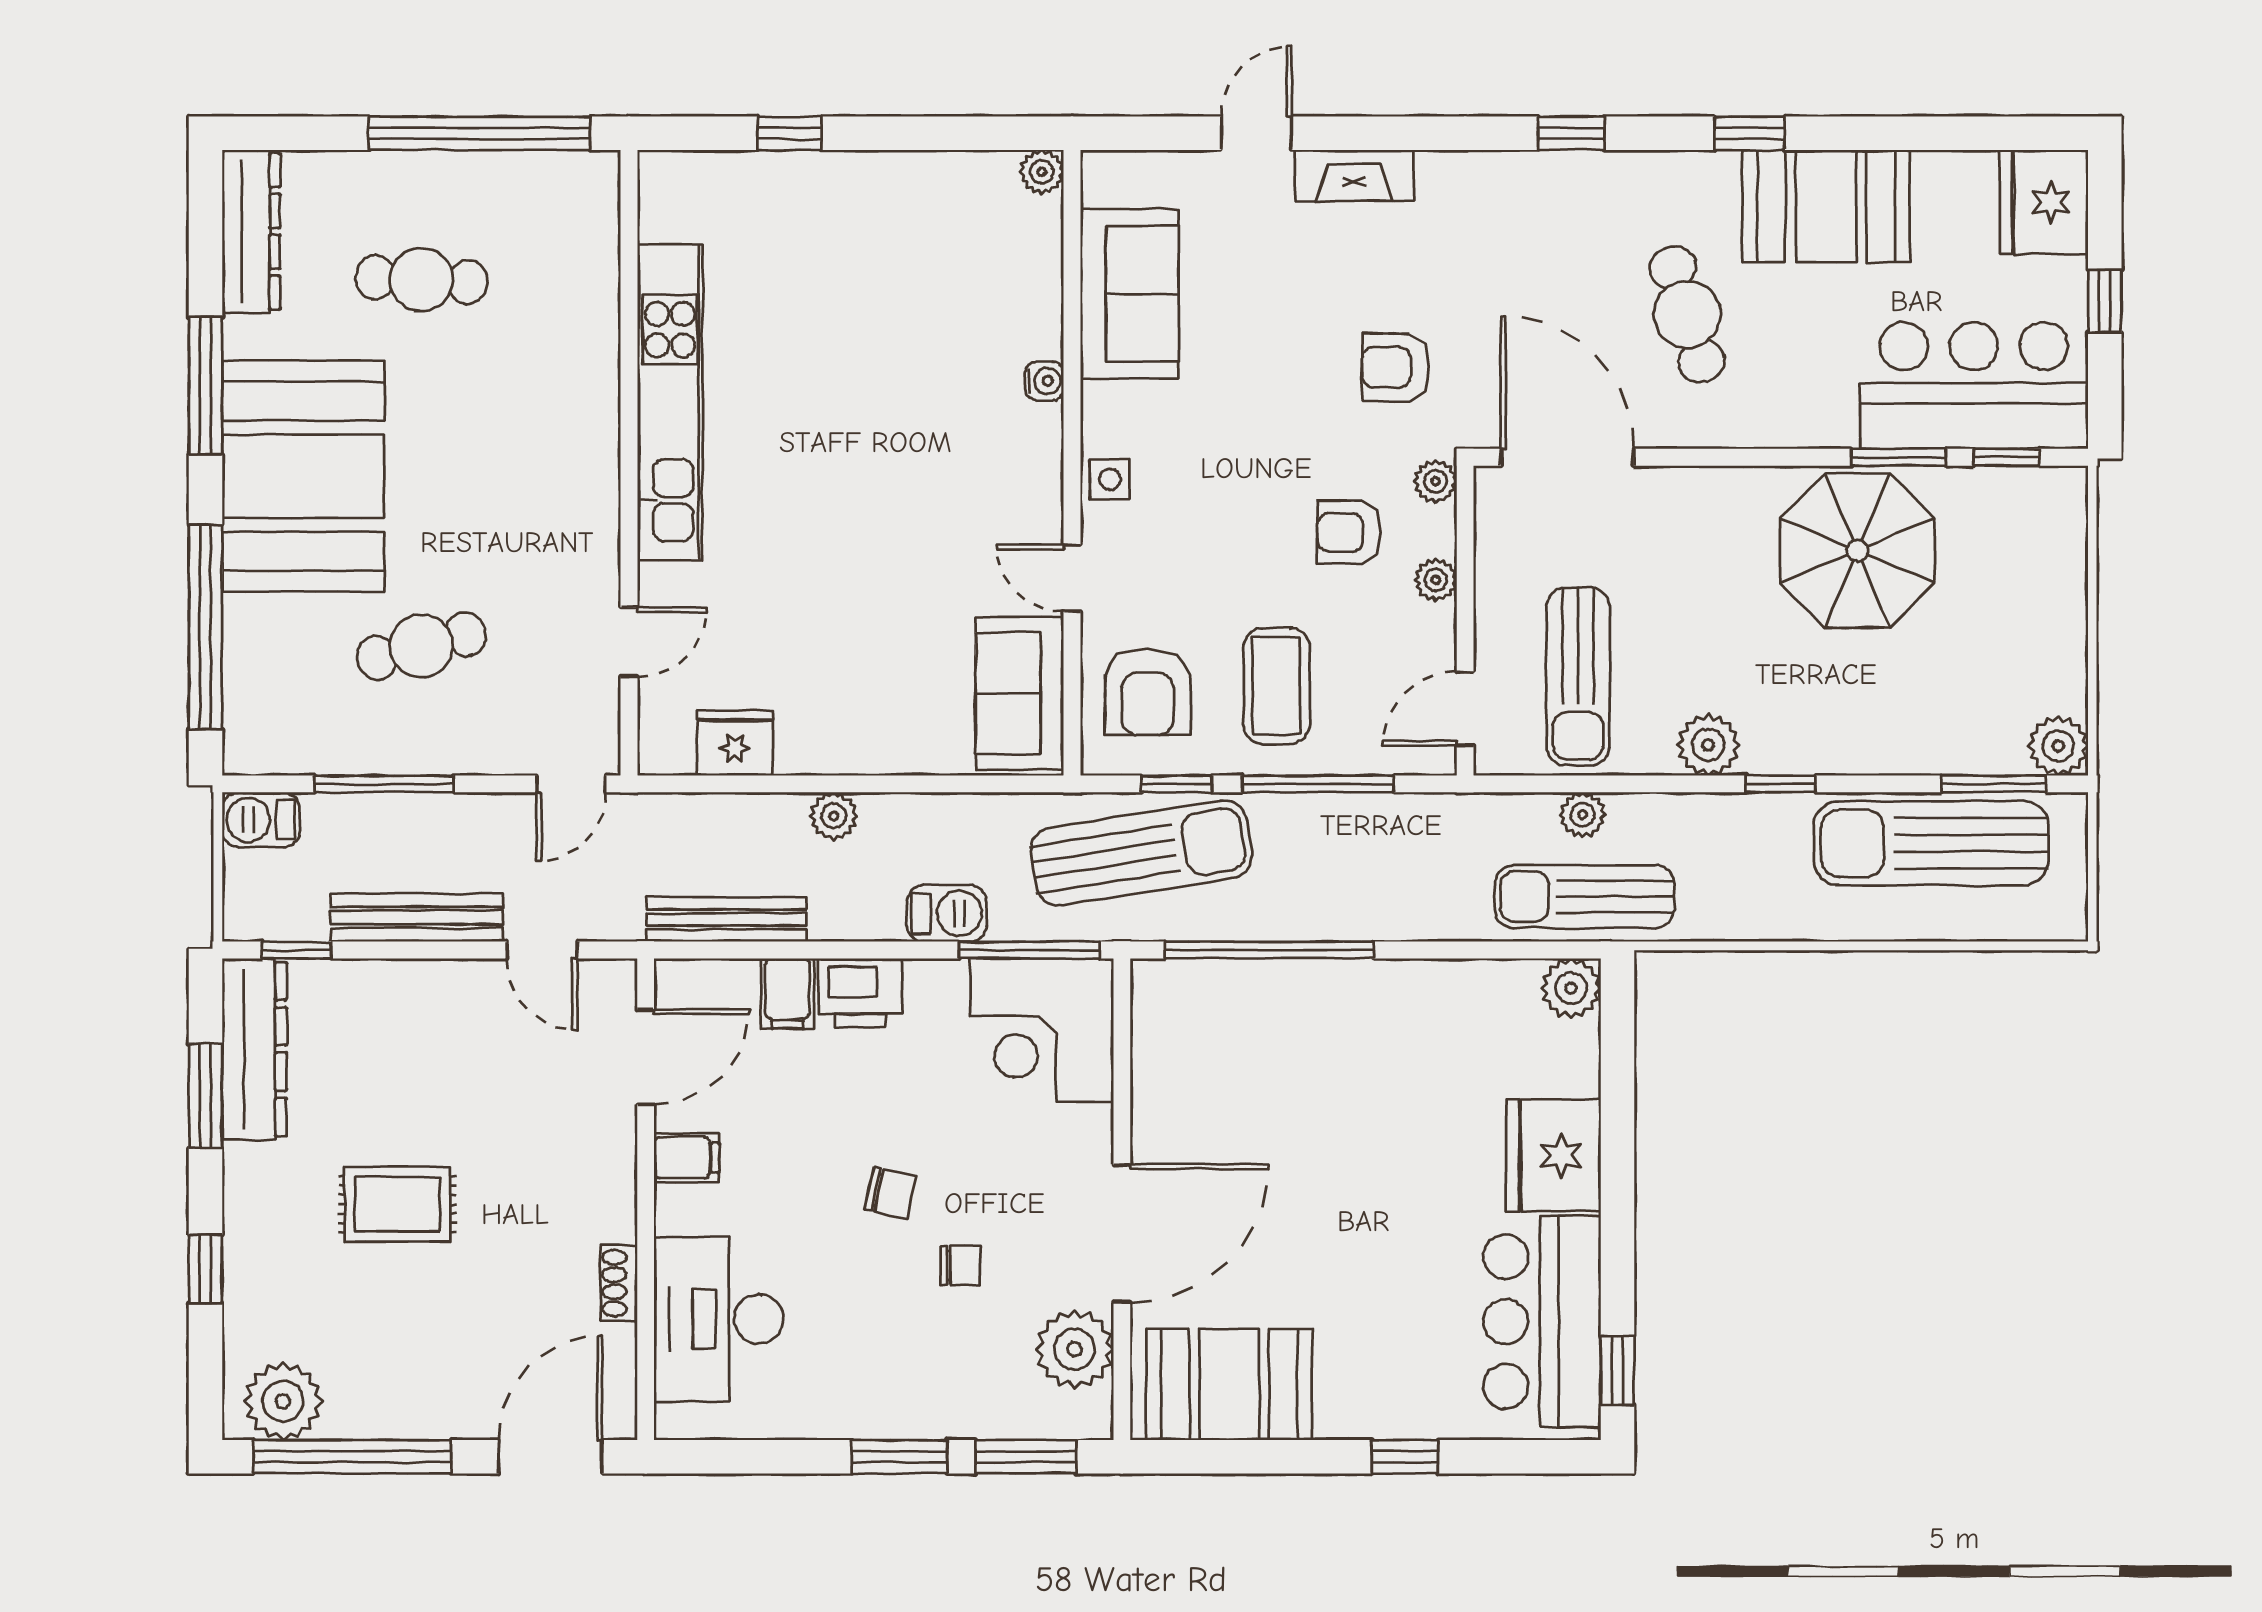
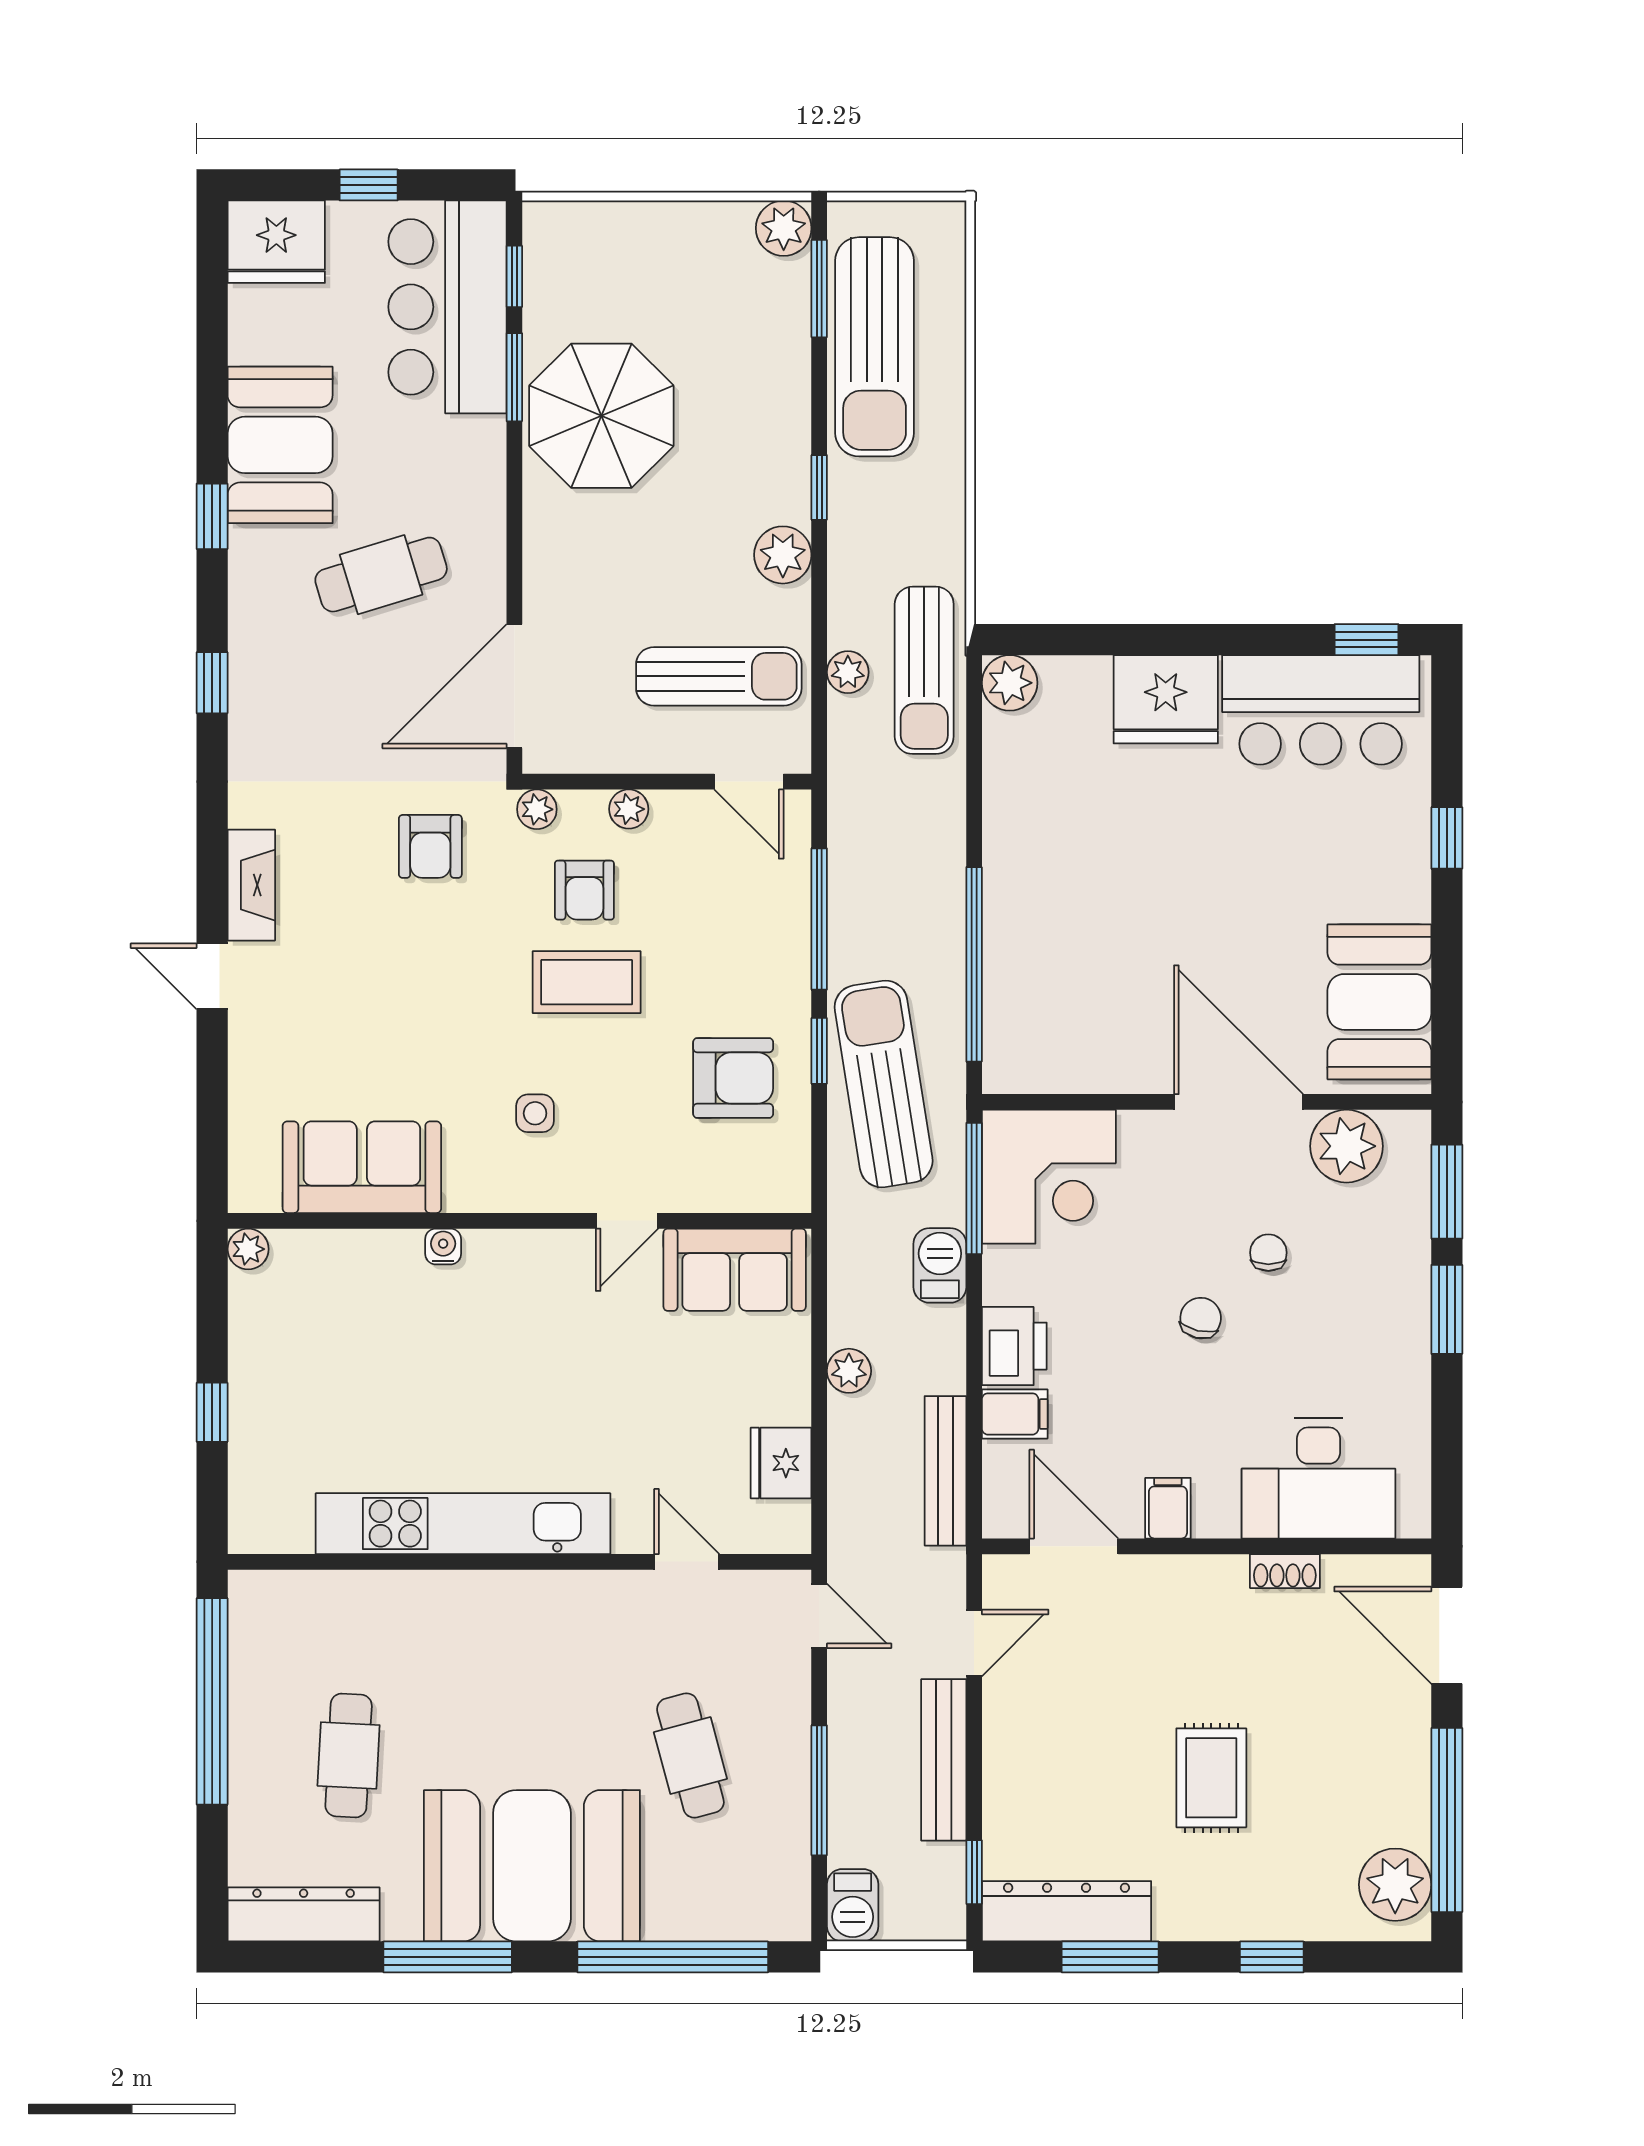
plant: (1042, 172) -> (248, 1249), moved
sofa: (1129, 294) -> (362, 1167), moved
water cooler: (1044, 381) -> (443, 1246), moved
wall: (1072, 463) -> (519, 1221), moved
door: (1072, 578) -> (627, 1221), moved
coffee table: (1276, 686) -> (587, 982), moved
sofa: (1020, 693) -> (735, 1270), moved

